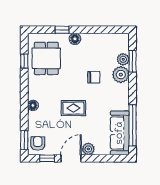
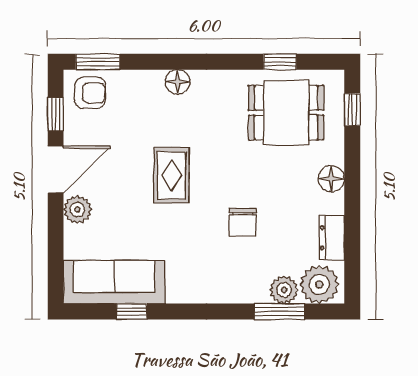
window: (62, 30) -> (352, 110), moved
dresser: (101, 39) -> (332, 238), added
plant: (121, 75) -> (319, 284), moved
window: (133, 125) -> (132, 312), width x0.32
door: (71, 158) -> (56, 170), hinge flipped

